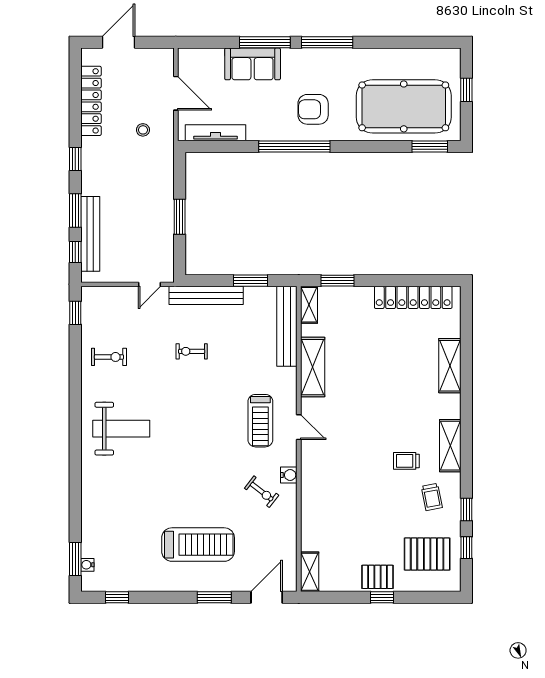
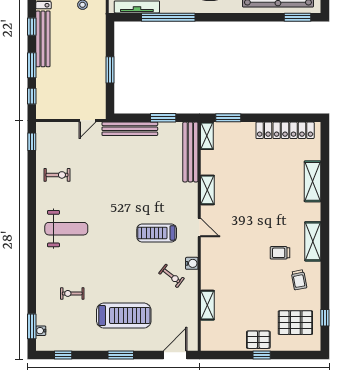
window: (294, 147) -> (168, 17), moved
bench: (90, 234) -> (43, 39), moved
exercise bike: (192, 351) -> (72, 293), moved
shelving: (313, 367) -> (207, 190), width x0.67, depth x0.75
treadmill: (260, 421) -> (157, 233), moved, turned 90
window: (466, 510) -> (325, 289), removed
shelving: (310, 572) -> (207, 305), moved
window: (214, 597) -> (121, 355), moved

